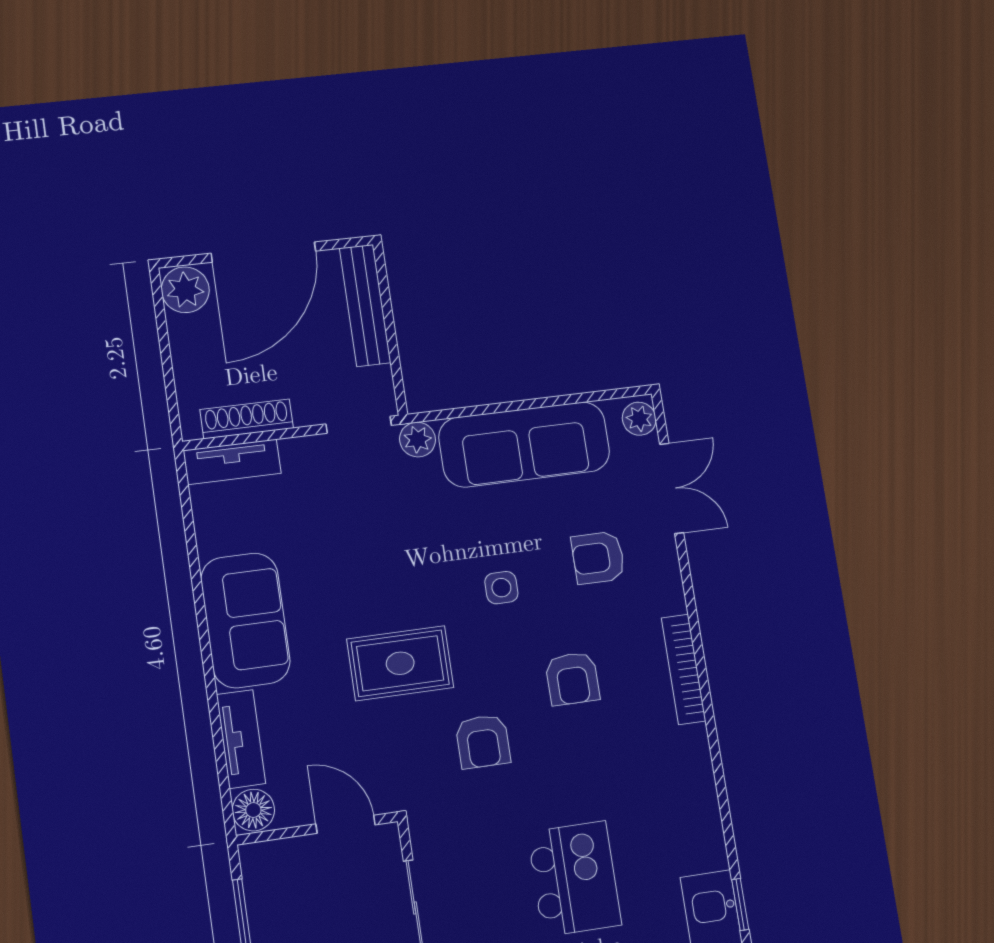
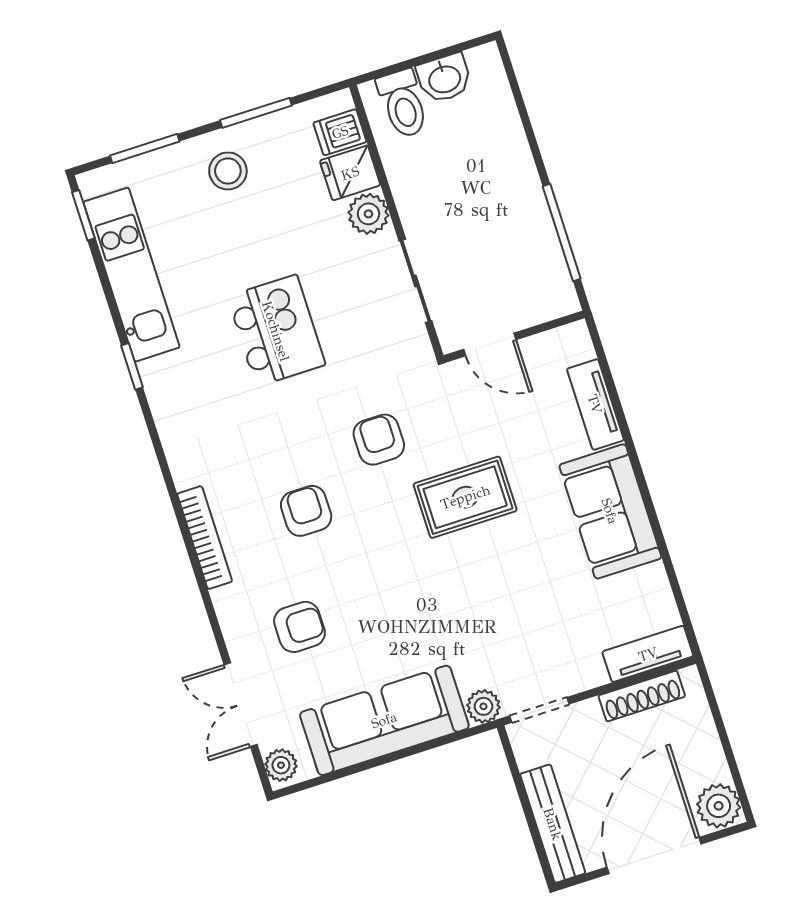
side table: (501, 588) -> (384, 583), removed
floor lamp: (253, 810) -> (573, 343), removed
kitchen island: (574, 879) -> (276, 331), turned 180
window: (740, 905) -> (132, 366), moved

